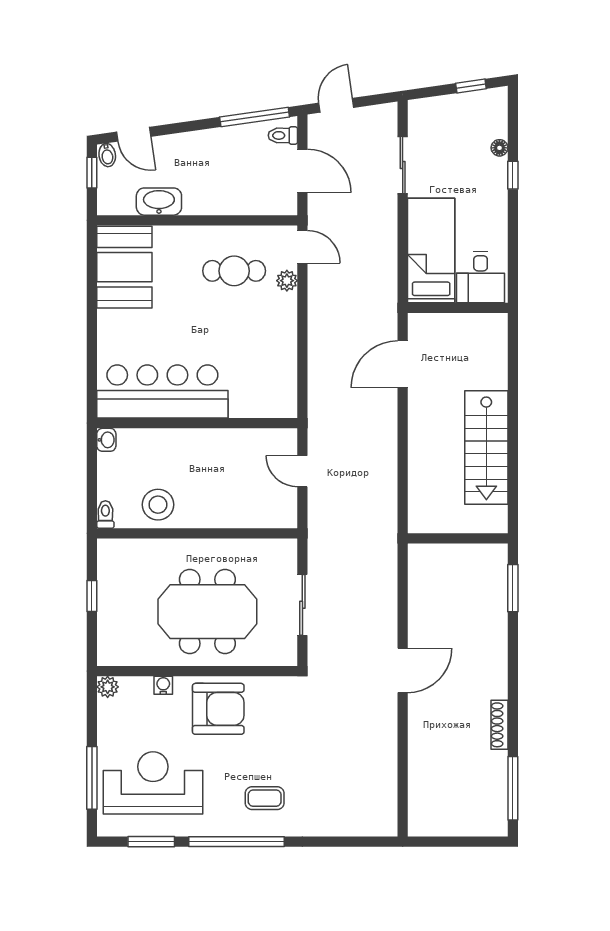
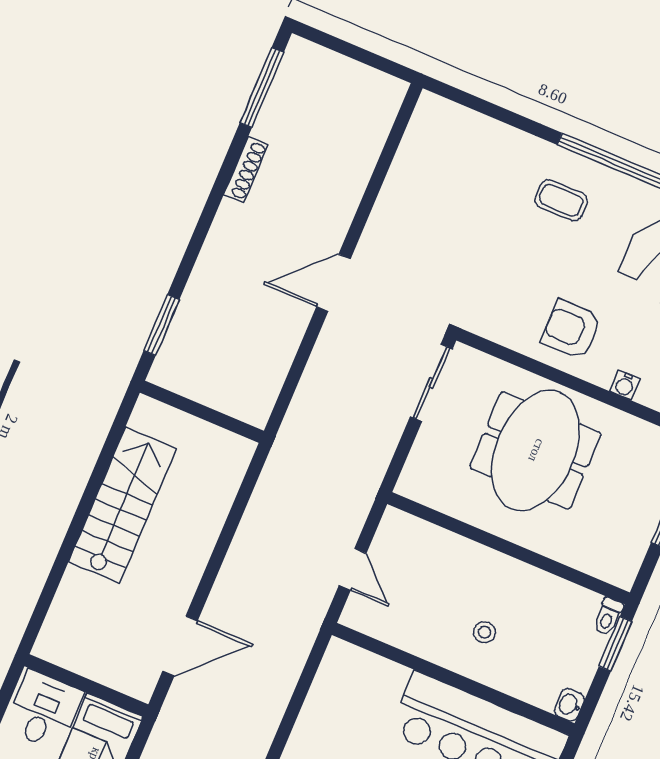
window: (92, 497) -> (615, 644), added
stool: (158, 505) -> (484, 632), moved, width x0.53, depth x0.53
sliding door: (302, 605) -> (431, 383), moved
meeting table: (207, 612) -> (536, 450), turned 90
armchair: (218, 709) -> (571, 329), width x0.73, depth x0.73

